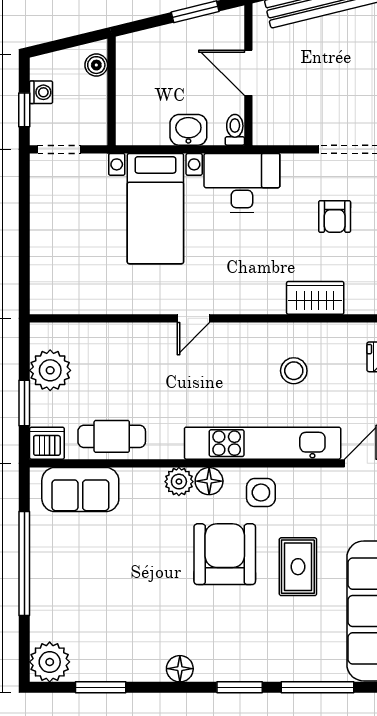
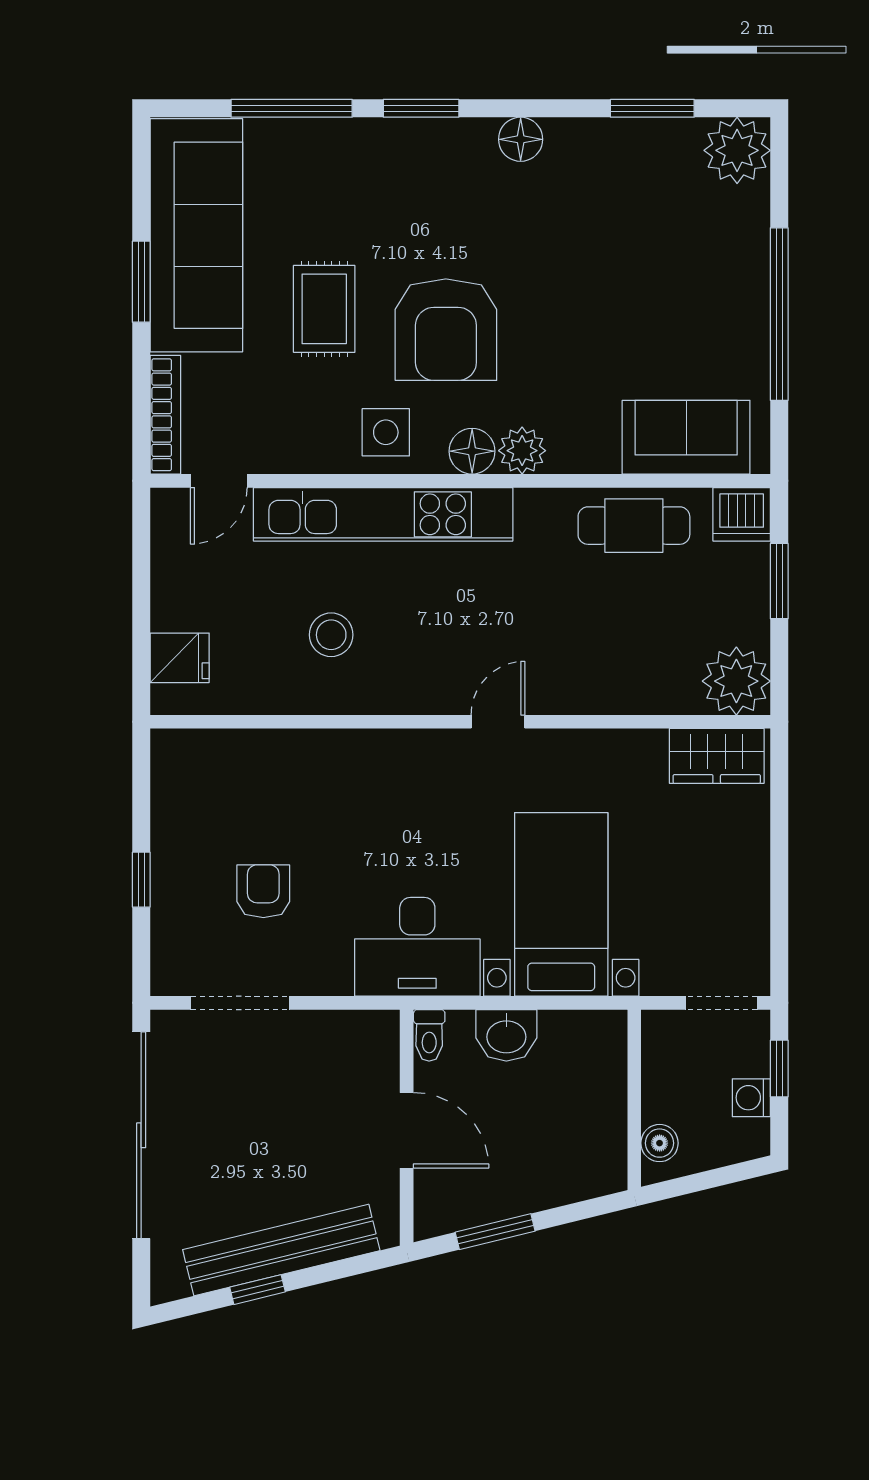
wardrobe: (315, 298) -> (717, 756), moved
plant: (50, 370) -> (736, 681), moved

